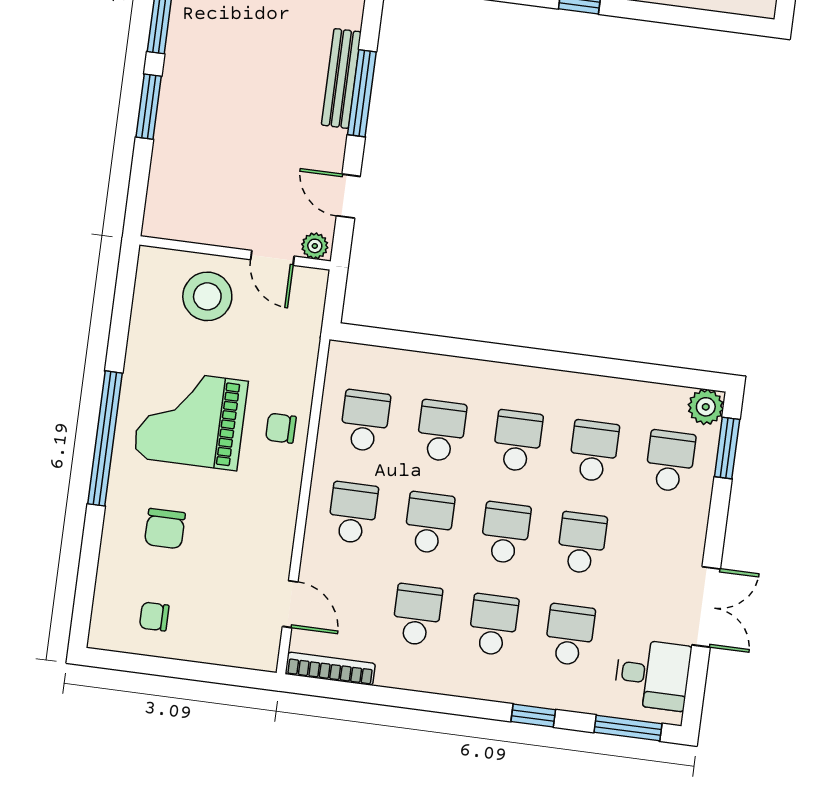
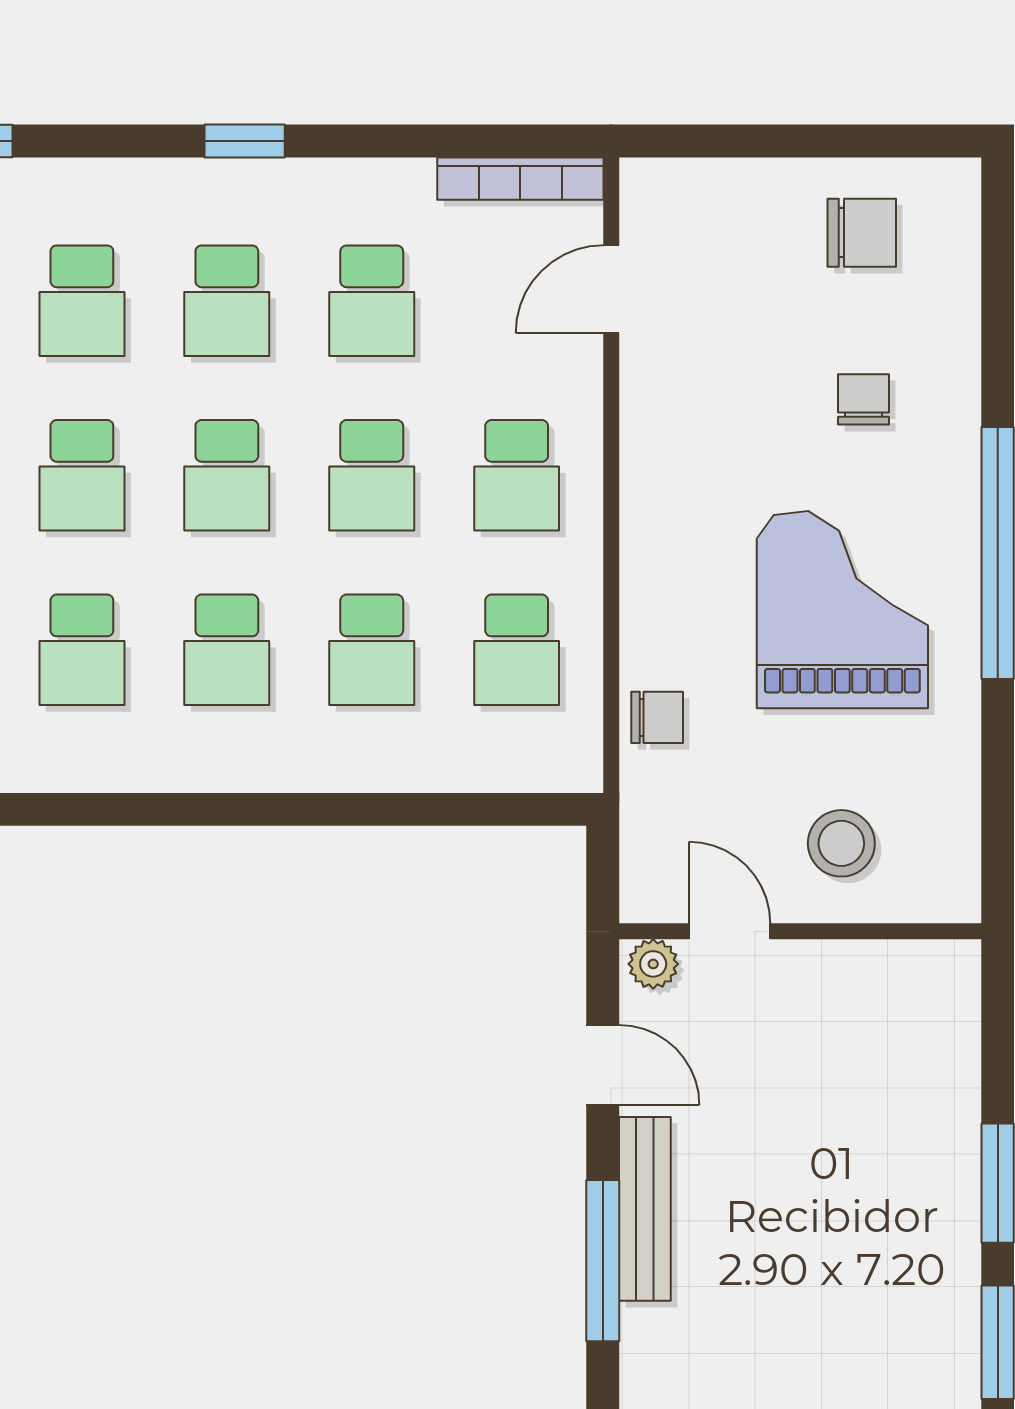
bench: (341, 78) -> (645, 1209), moved
stool: (207, 296) -> (841, 843), width x0.73, depth x0.73
grand piano: (191, 419) -> (842, 610), turned -90
chair: (281, 428) -> (657, 717), moved
chair: (165, 529) -> (863, 399), width x0.73, depth x0.73
door: (290, 604) -> (611, 289), hinge flipped
chair: (154, 617) -> (862, 233), width x1.37, depth x1.37
window: (533, 716) -> (245, 141), moved

